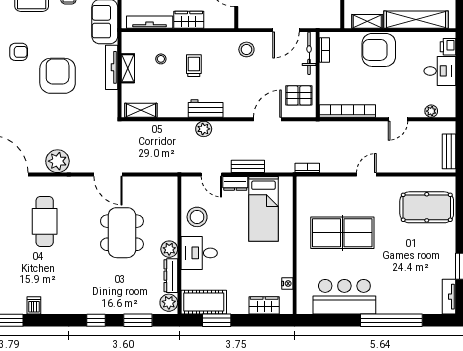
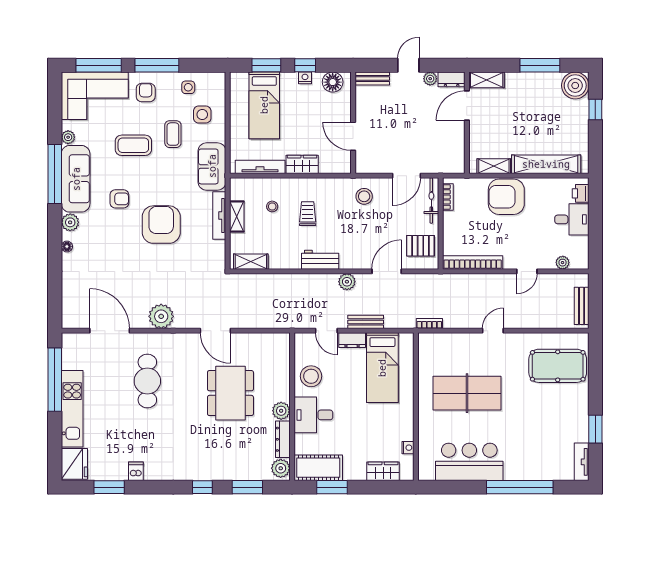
plant: (204, 129) -> (347, 282), moved

